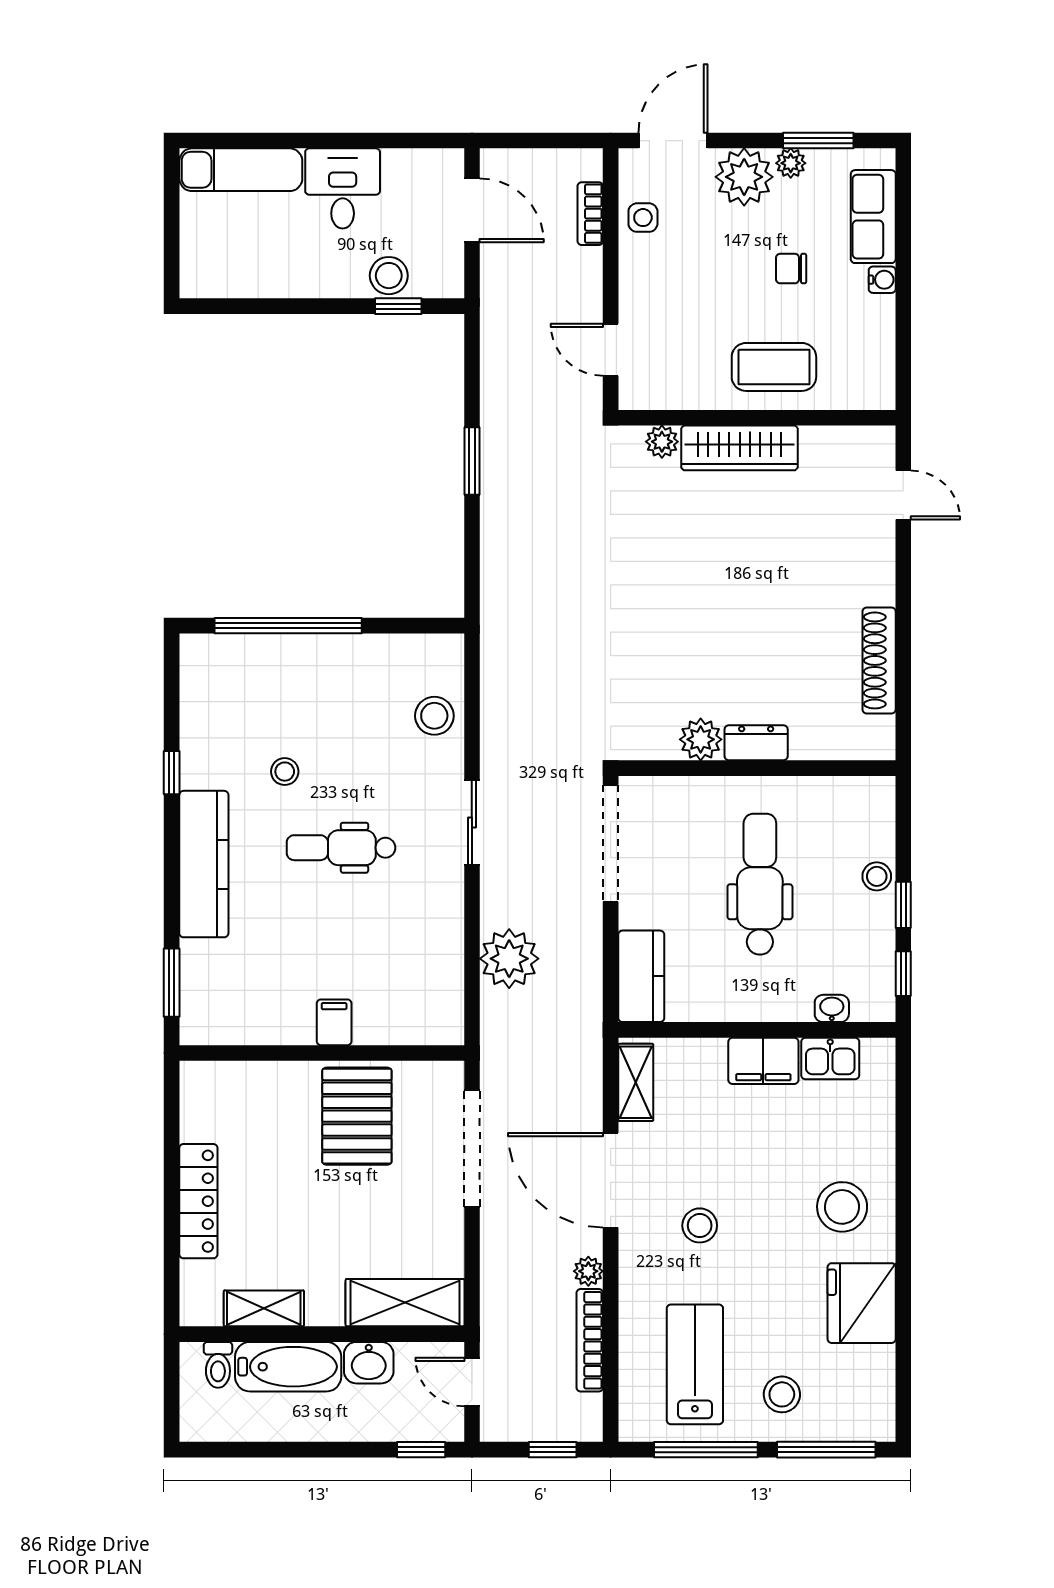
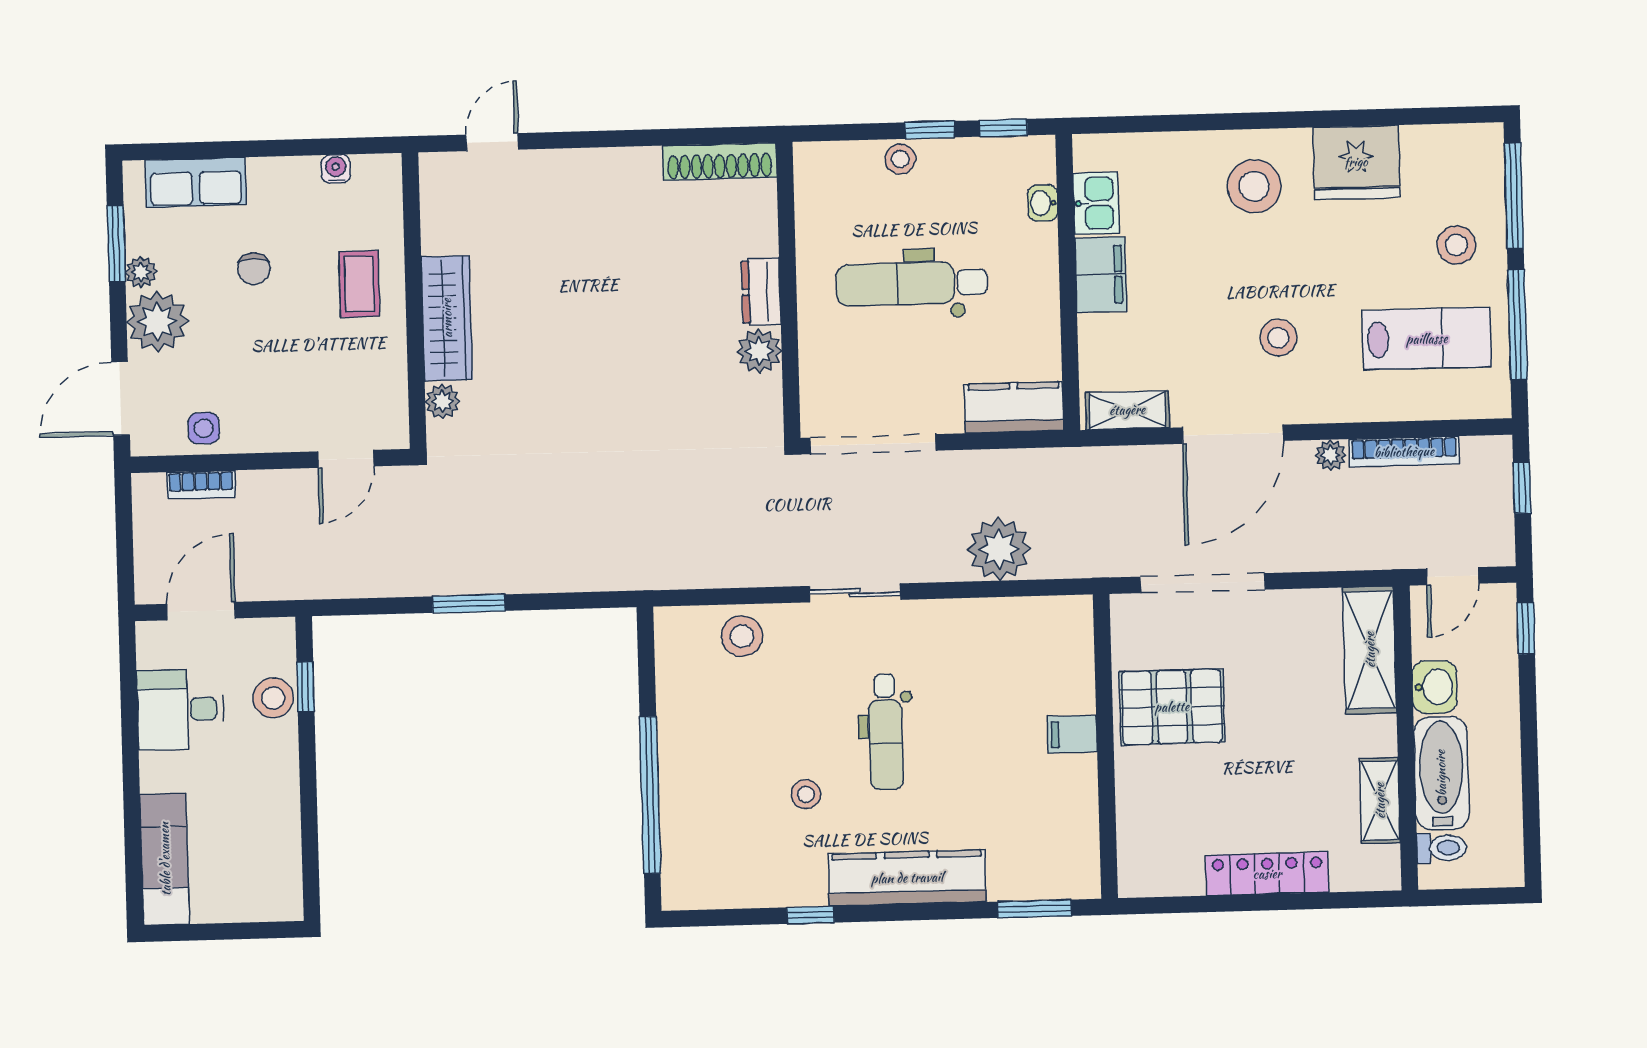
door: (673, 141) -> (121, 399), hinge flipped
desk: (343, 188) -> (180, 709), moved
water cooler: (882, 280) -> (336, 169), moved
coffee table: (774, 367) -> (359, 284), width x0.73, depth x0.77
shoe rack: (879, 660) -> (720, 162), moved
lab bench: (695, 1364) -> (1427, 339), turned 180

